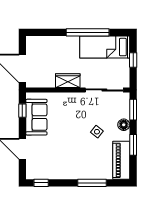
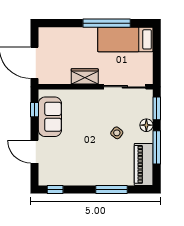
window: (133, 60) -> (157, 54), removed
window: (133, 145) -> (157, 147), width x1.44

